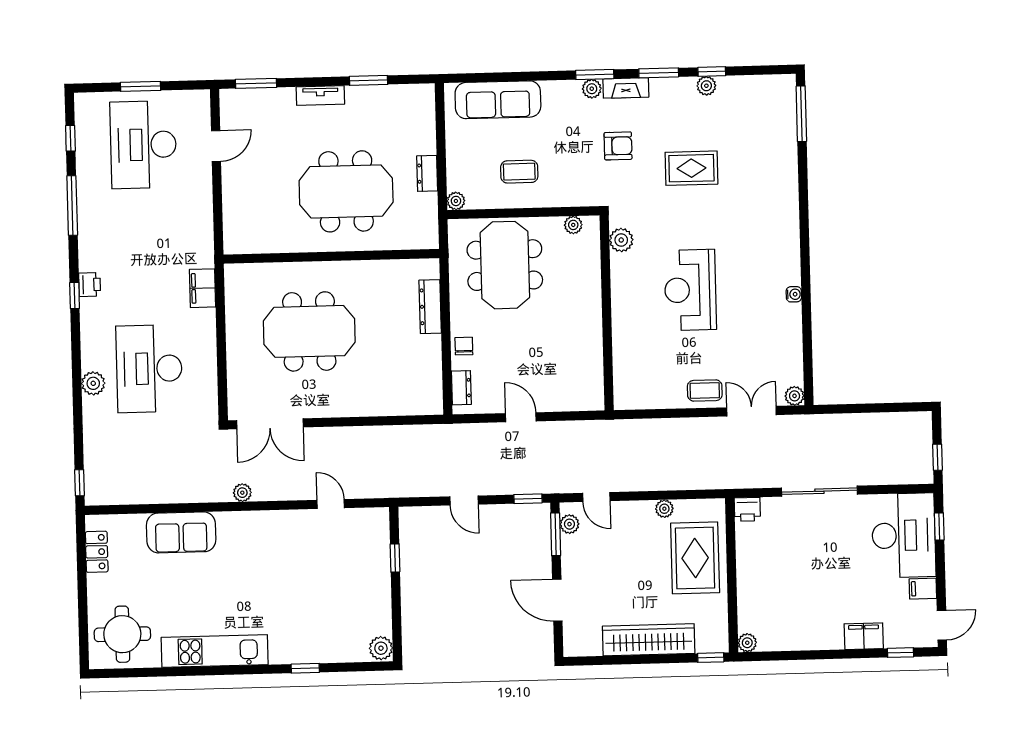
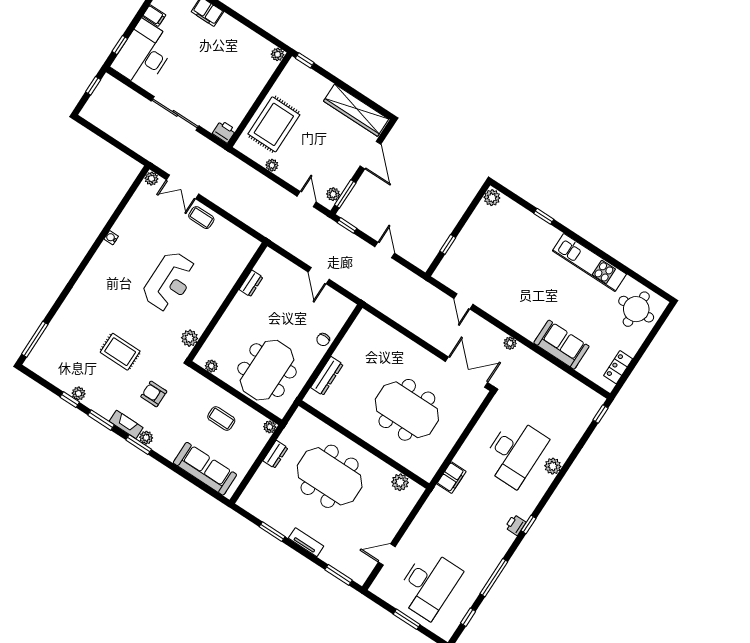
plant: (259, 241) -> (400, 482), added
dresser: (461, 388) -> (251, 283), moved, turned 180
wardrobe: (649, 640) -> (356, 110), moved

